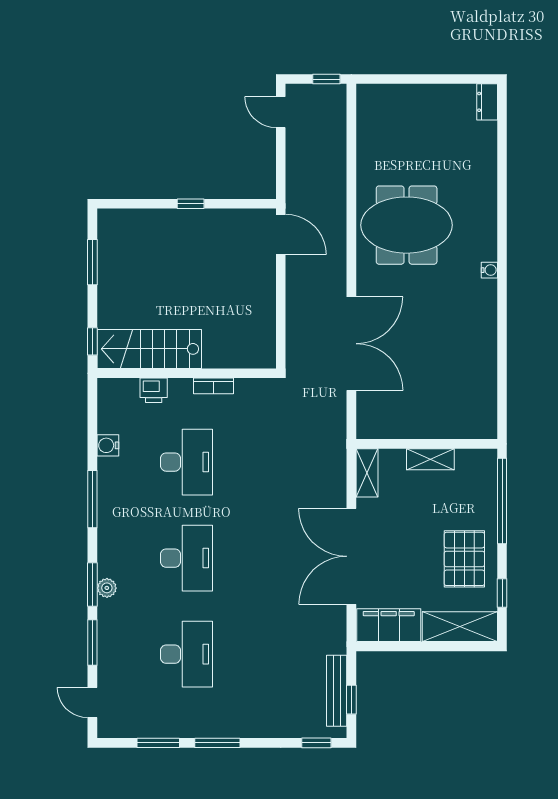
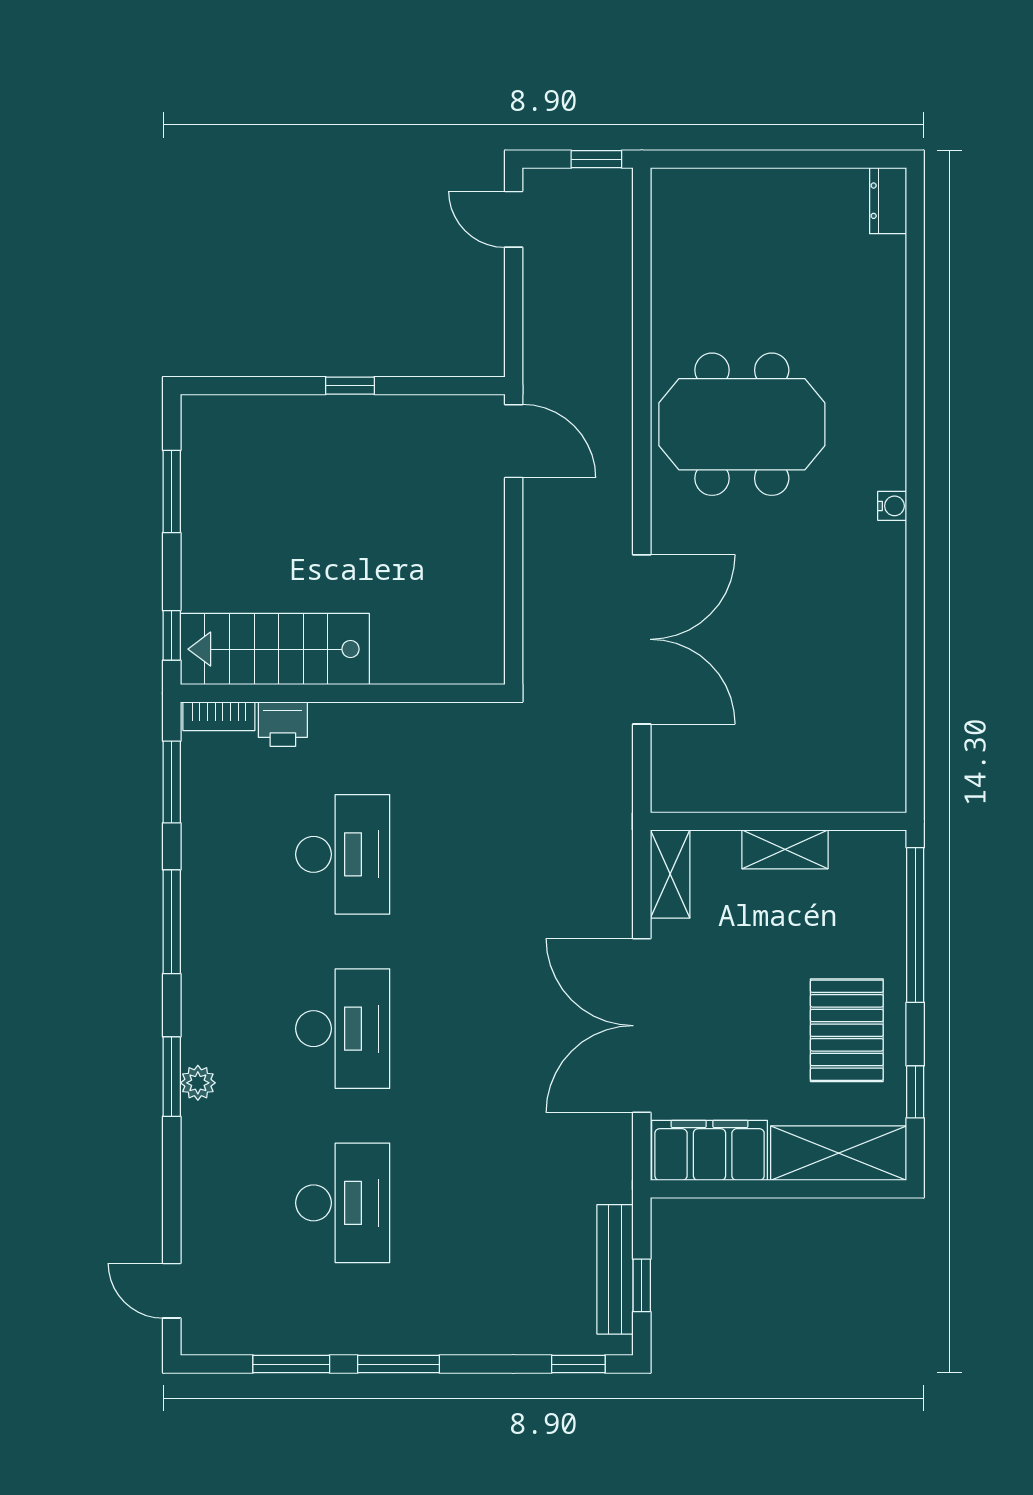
bookcase: (214, 386) -> (219, 716), moved
water cooler: (108, 445) -> (200, 824), removed
window: (92, 643) -> (172, 782), moved

